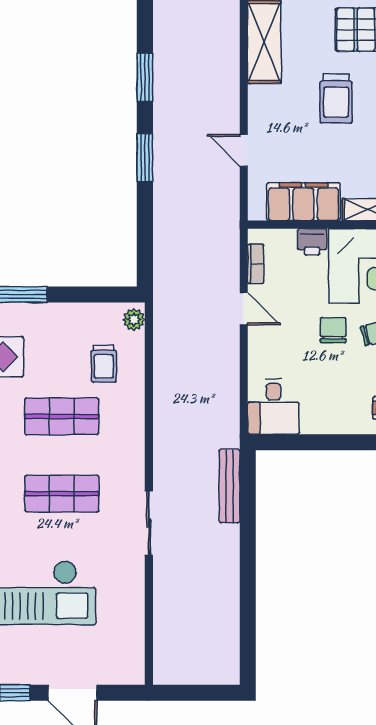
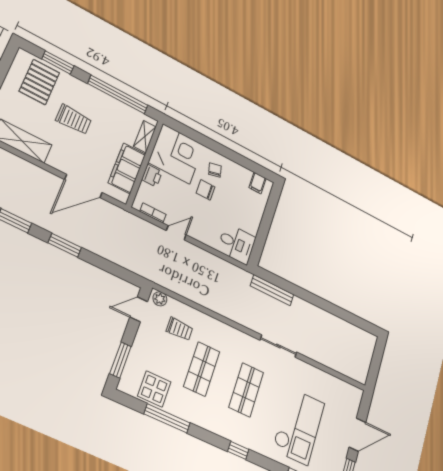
door: (244, 150) -> (83, 186), width x1.88
door: (104, 295) -> (139, 309), added

